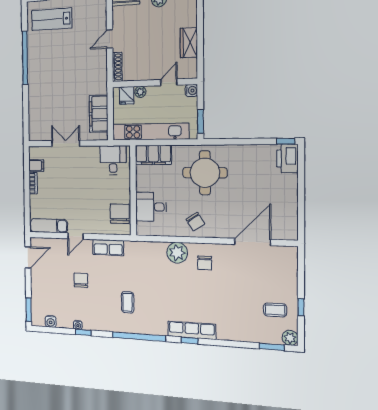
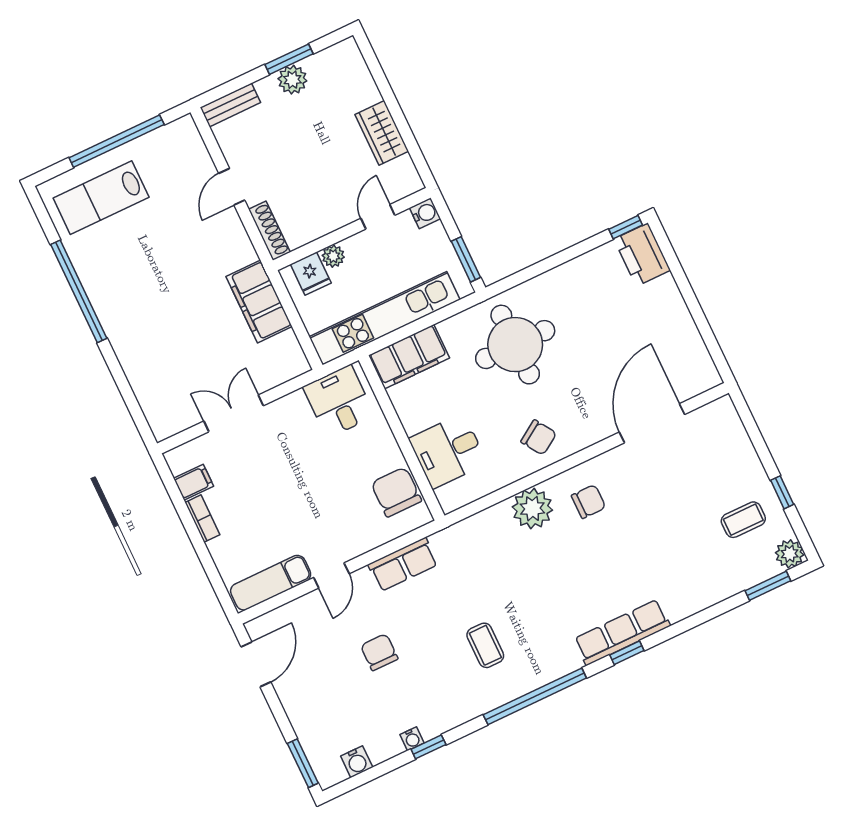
filing cabinet: (99, 114) -> (259, 301), moved
chair: (205, 263) -> (588, 502), turned -90

